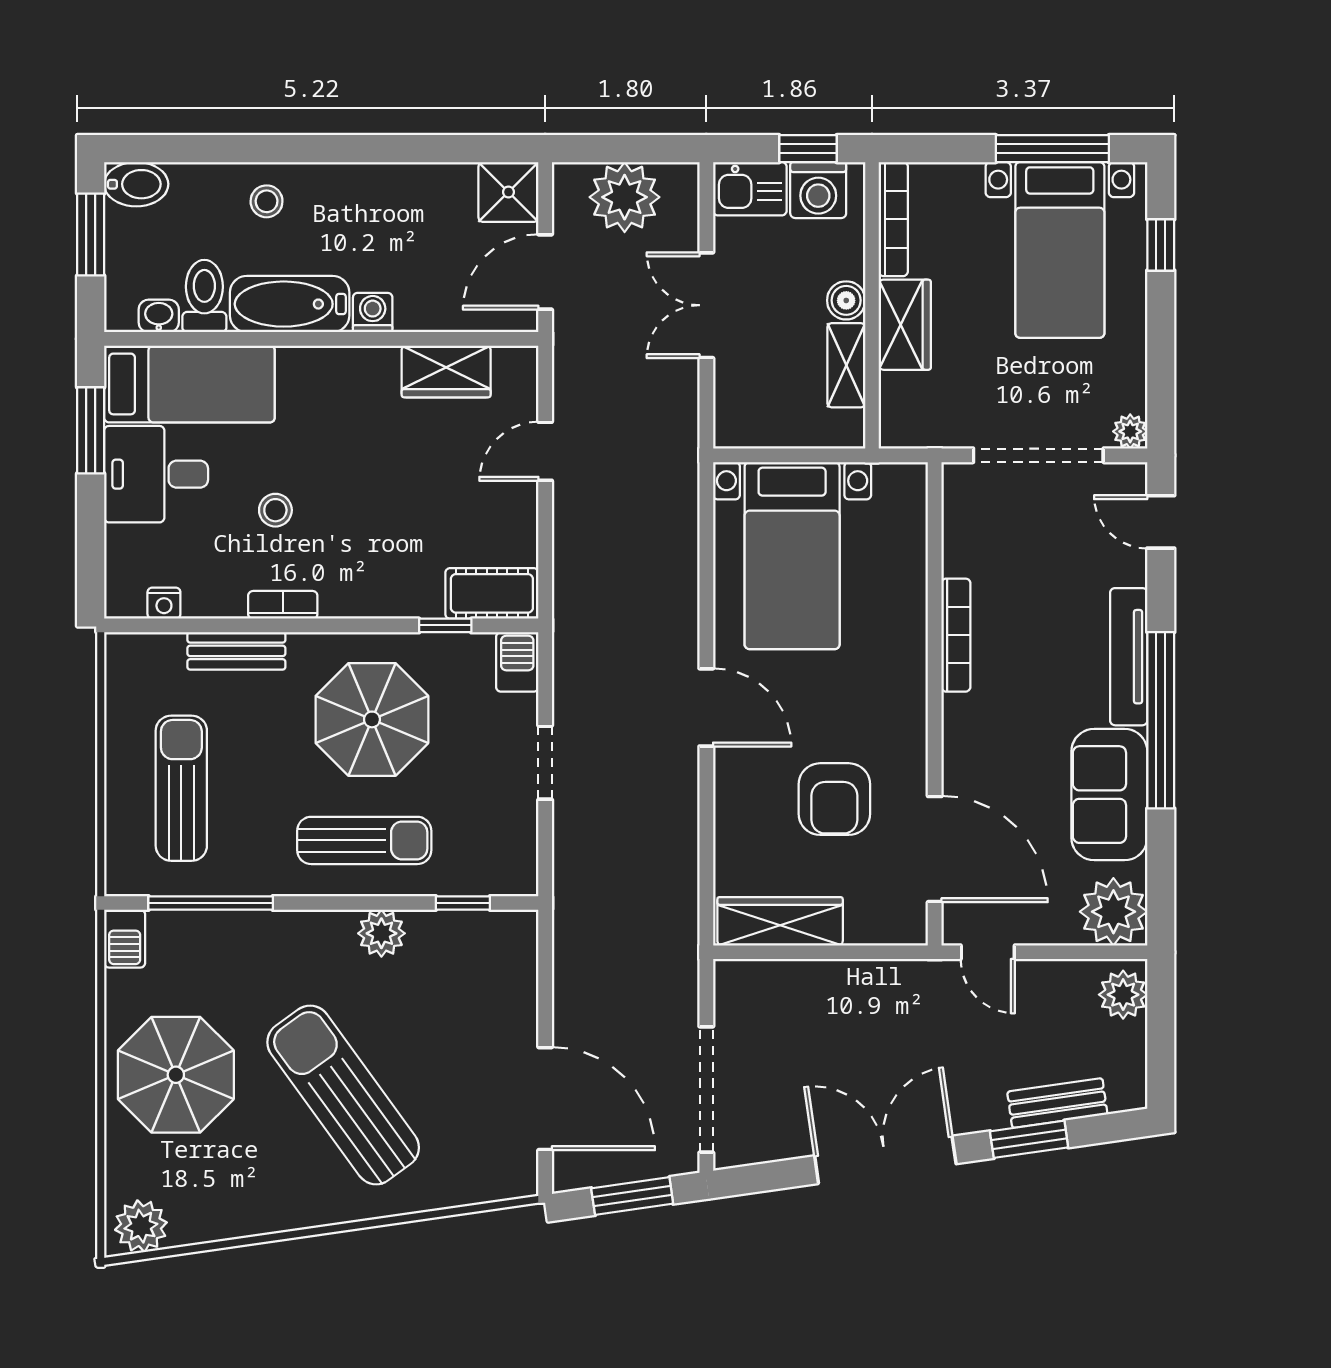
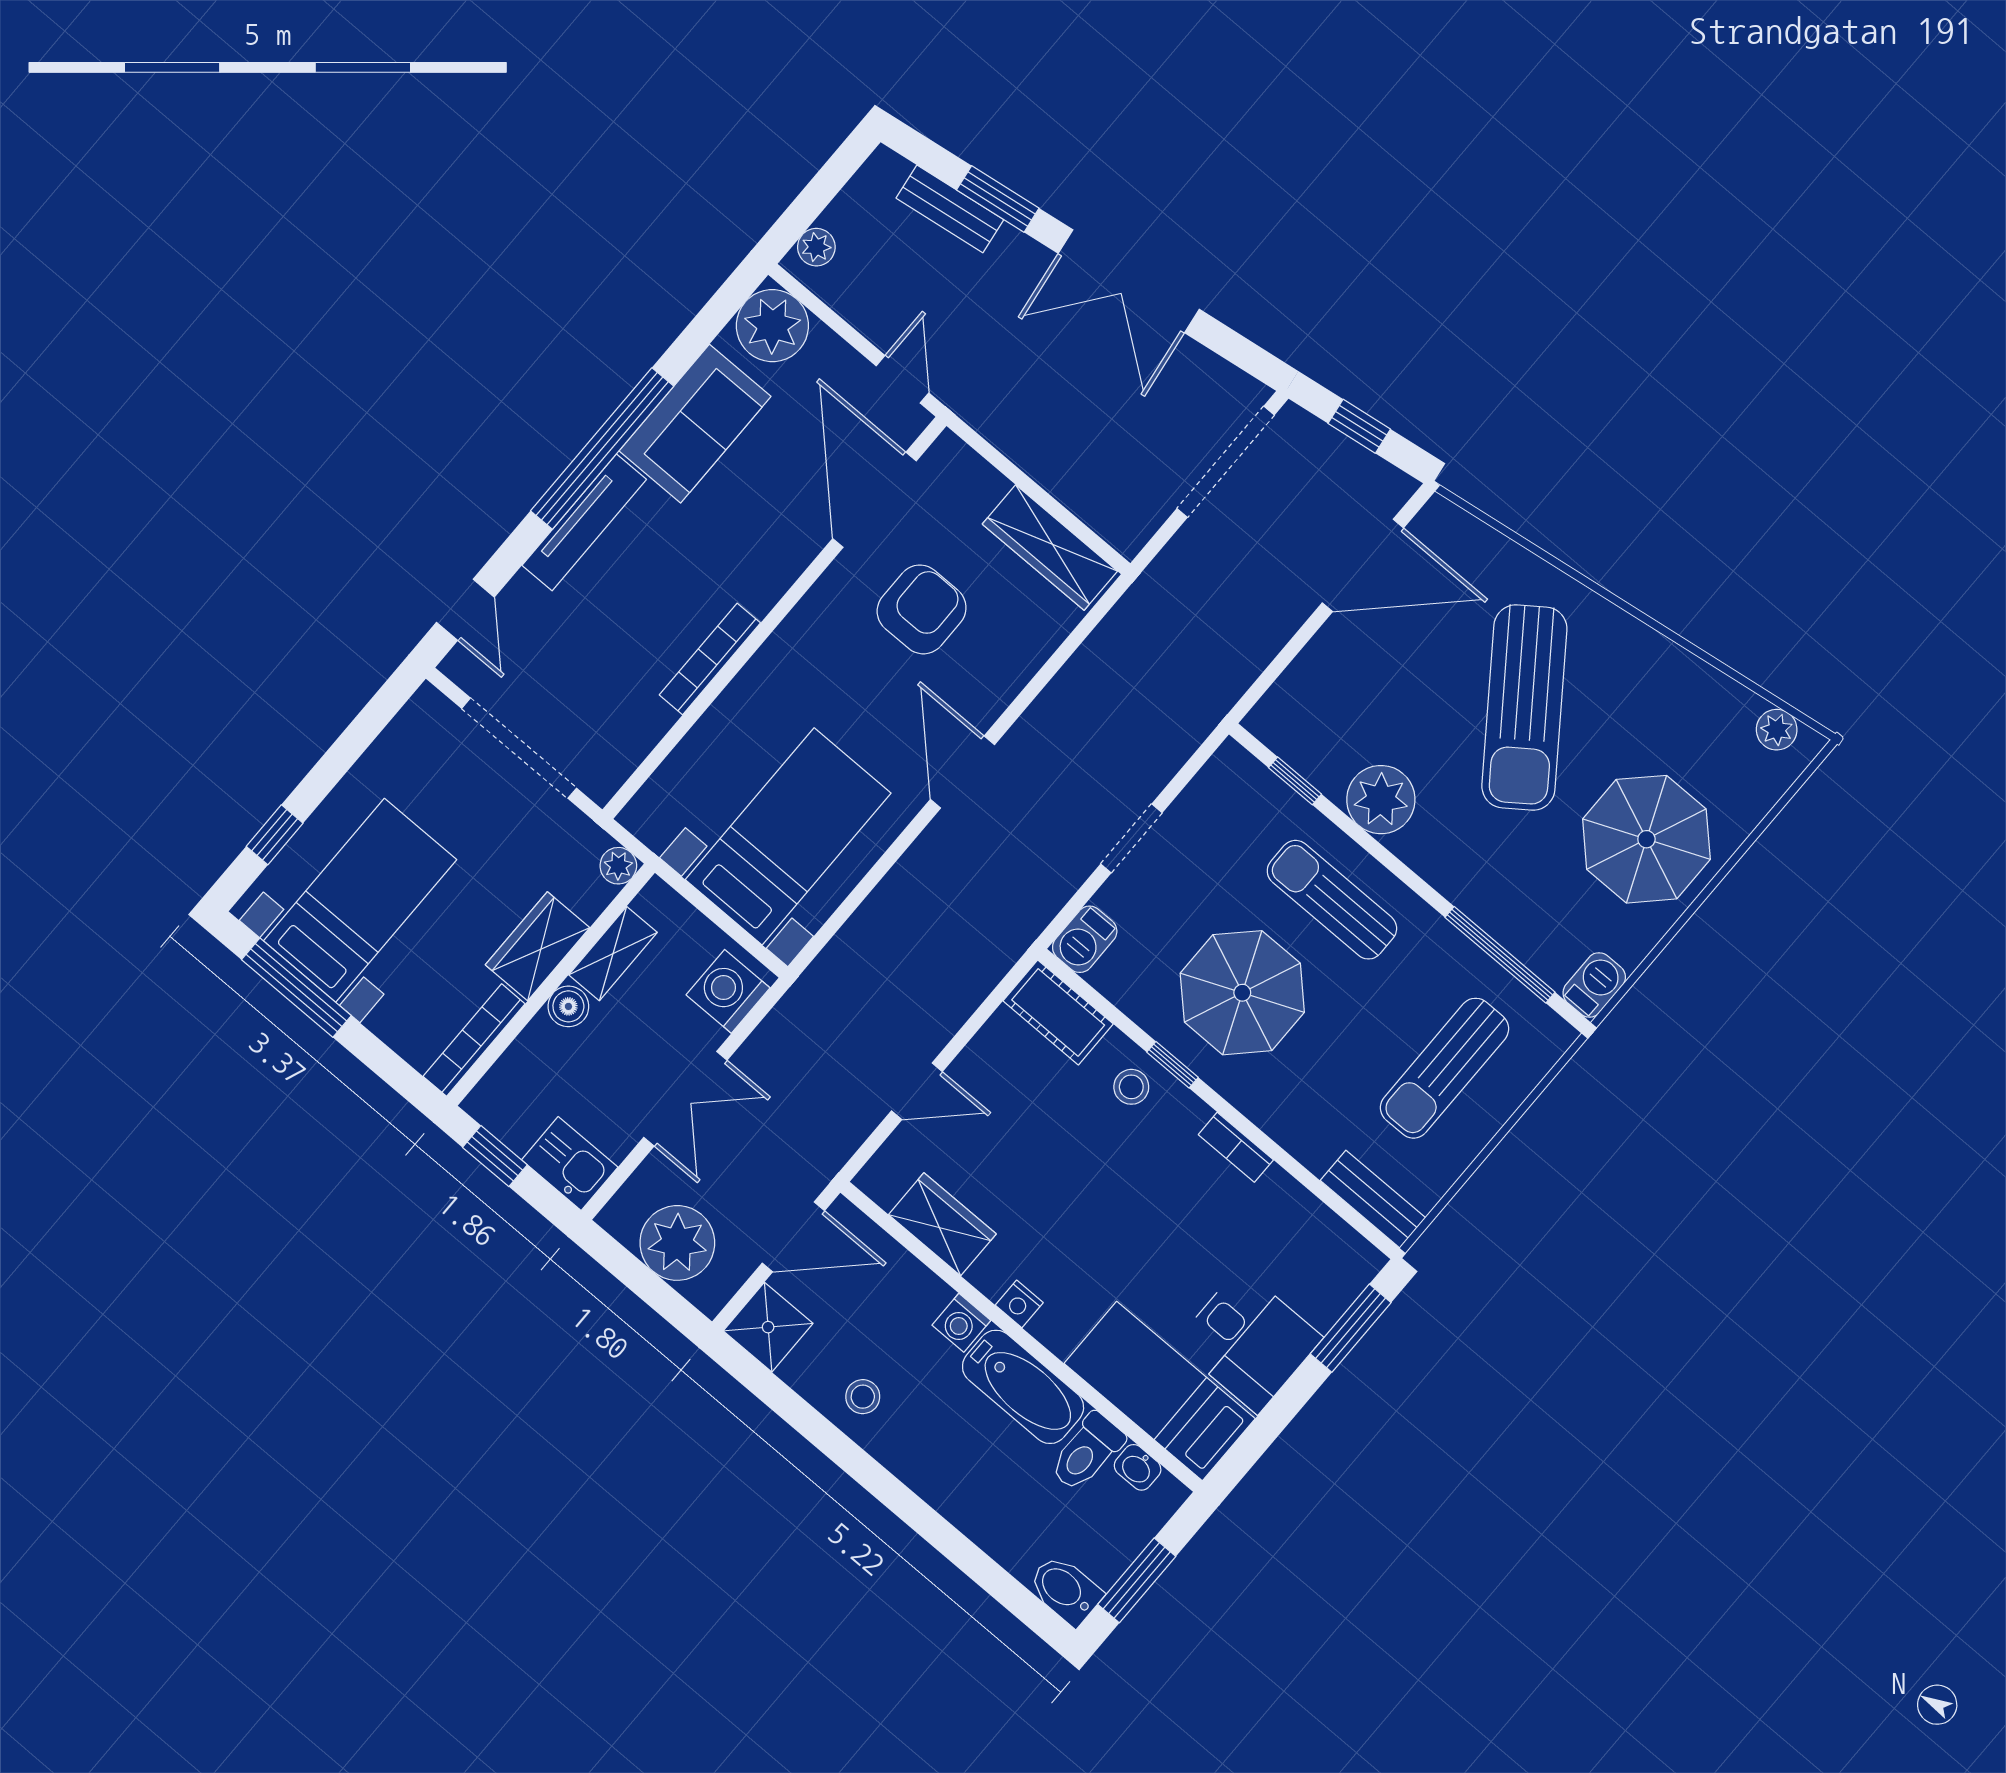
washing machine: (818, 190) -> (728, 991), moved, turned -90
stool: (267, 201) -> (863, 1397), moved
window: (91, 430) -> (1351, 1328), moved
plant: (1130, 431) -> (618, 866), moved
stool: (275, 510) -> (1131, 1087), moved
nightstand: (164, 603) -> (1019, 1304), moved, turned 180
window: (445, 625) -> (1172, 1065), moved
bench: (236, 651) -> (1373, 1199), moved
plant: (381, 933) -> (1381, 800), width x1.36, depth x1.36
plant: (1123, 995) -> (816, 247), width x0.73, depth x0.73
door: (545, 1099) -> (1363, 565), swing flipped
window: (632, 1196) -> (1359, 426), width x0.67
plant: (141, 1226) -> (1777, 730), width x0.73, depth x0.73

